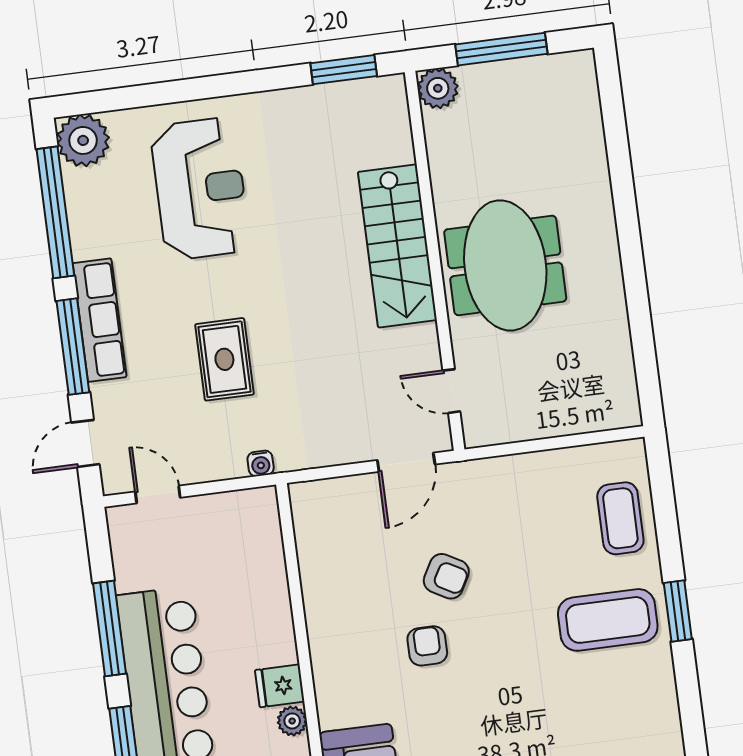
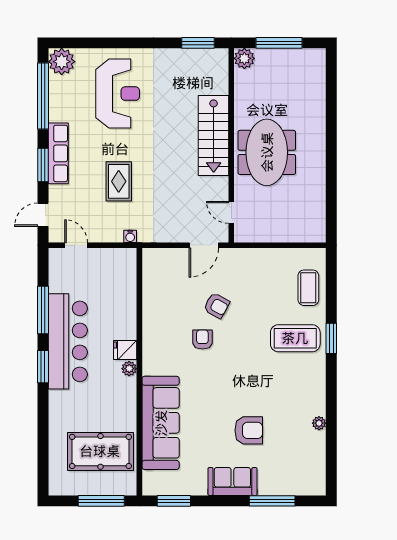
window: (73, 347) -> (43, 165), width x0.69

